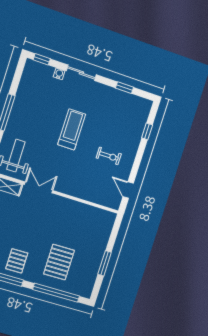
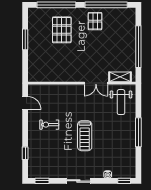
sliding door: (81, 73) -> (78, 181), moved
window: (125, 88) -> (42, 181), moved

